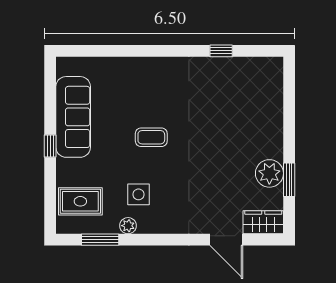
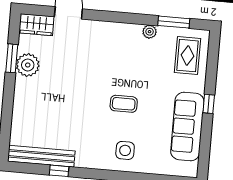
bench: (244, 66) -> (41, 156), added
side table: (139, 194) -> (125, 150), moved
rug: (80, 201) -> (187, 56), turned 90

